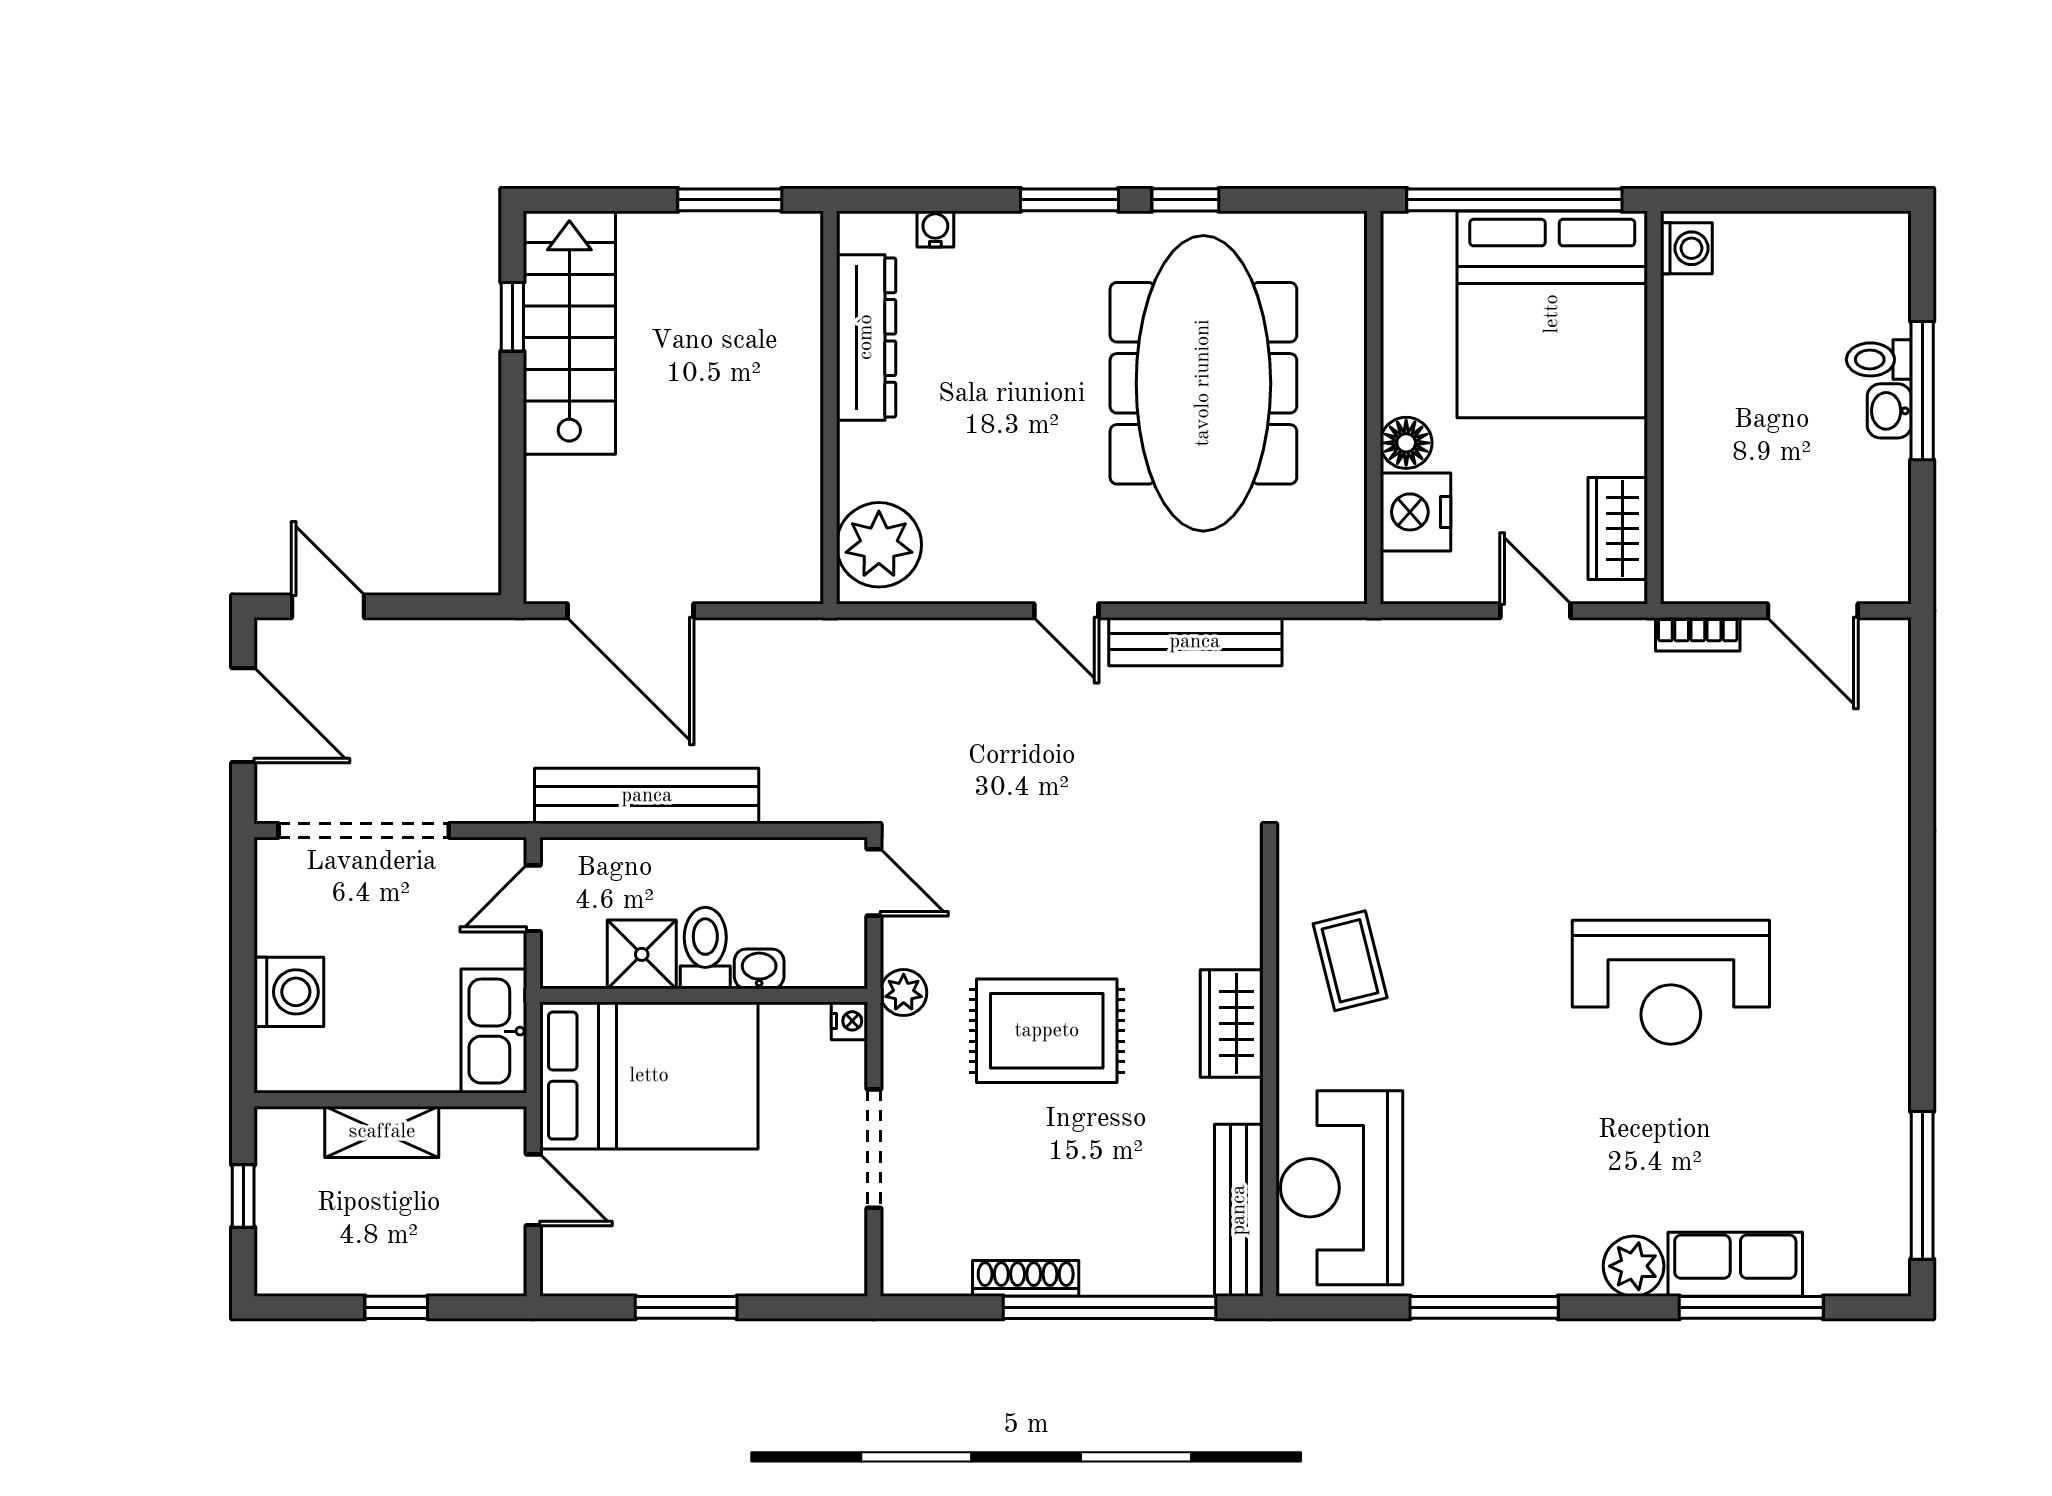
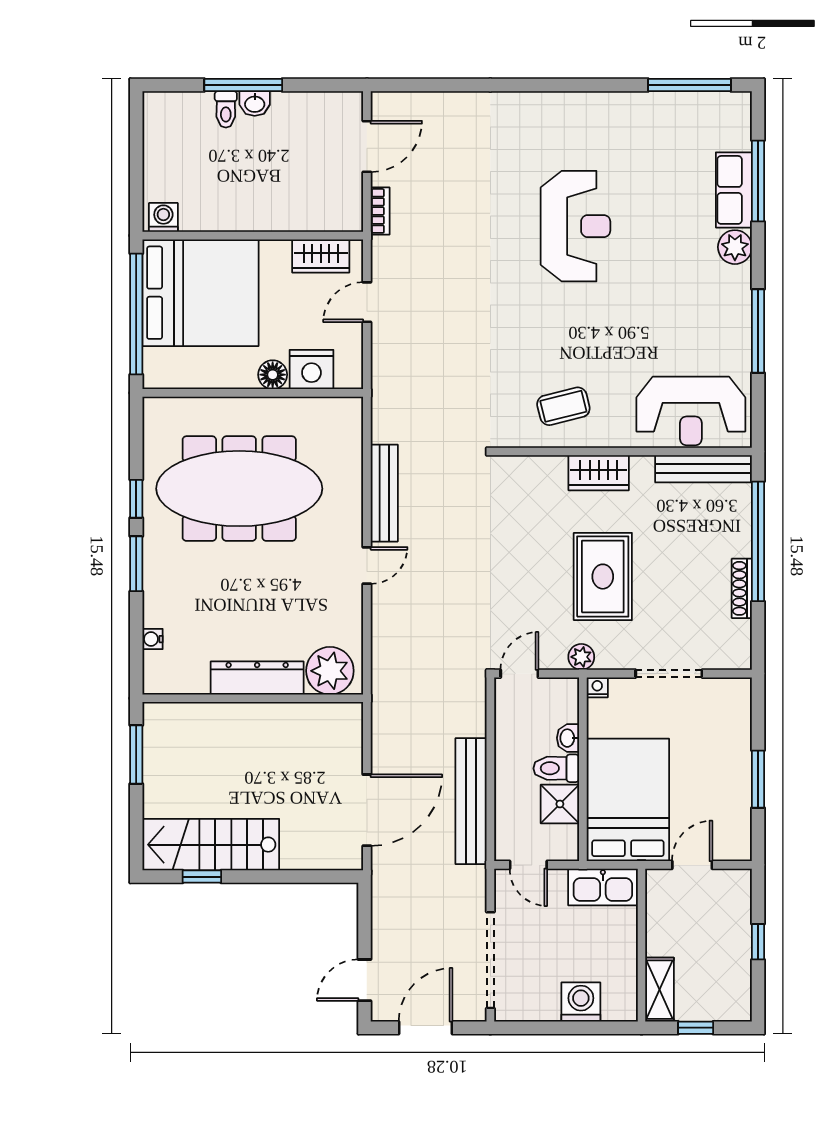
dresser: (866, 337) -> (257, 678), moved
shelving: (382, 1132) -> (660, 990), moved

